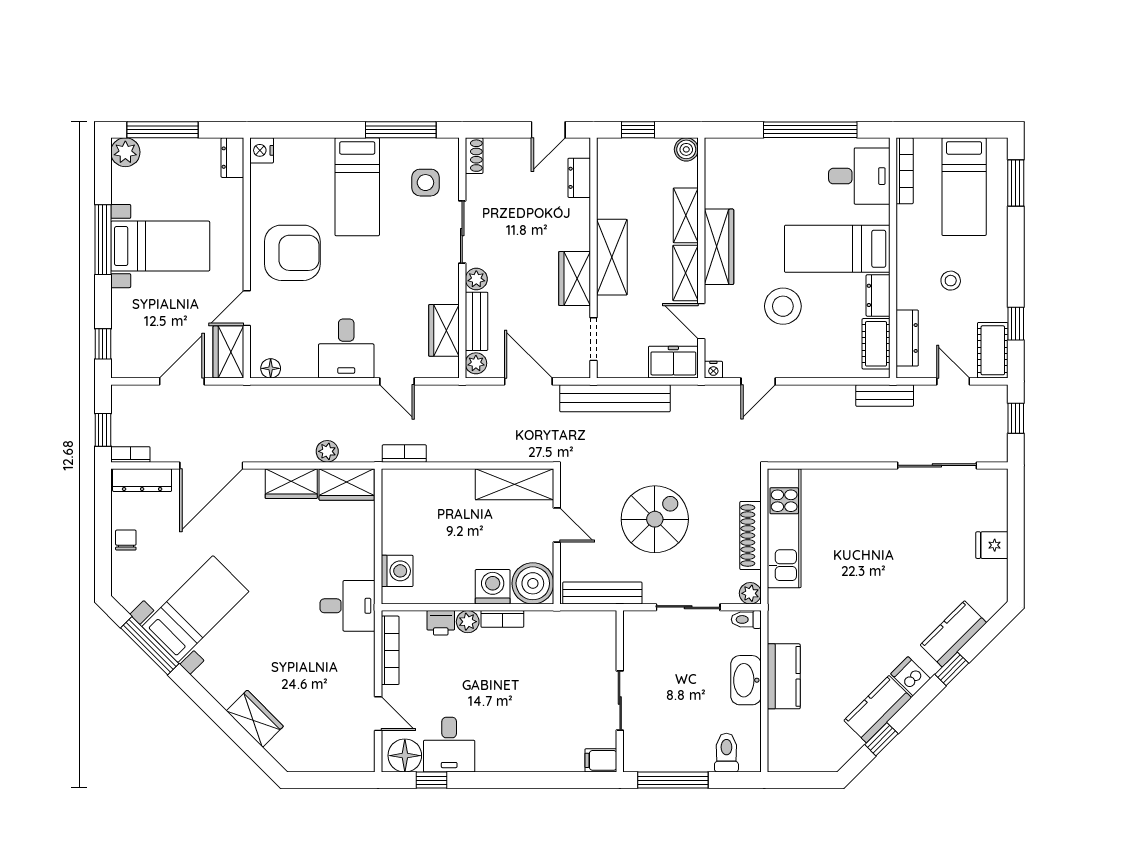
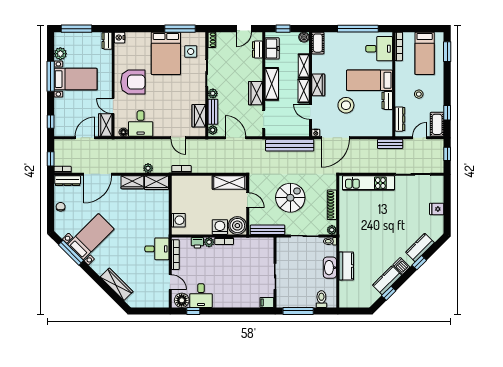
plant: (125, 152) -> (60, 54), moved
bed: (357, 187) -> (166, 53), width x1.50
wardrobe: (719, 247) -> (318, 85), width x0.67
door: (247, 308) -> (113, 106), hinge flipped
cot: (876, 344) -> (318, 43), moved
desk: (346, 348) -> (141, 124), moved
freezer: (673, 362) -> (272, 48), moved, turned 90
door: (758, 381) -> (335, 138), width x1.87
door: (953, 381) -> (420, 138), hinge flipped
bench: (615, 398) -> (290, 145), moved
kitchen unit: (784, 528) -> (368, 183), moved, turned 90
desk: (348, 606) -> (157, 249), moved
wardrobe: (255, 719) -> (117, 284), width x1.50

